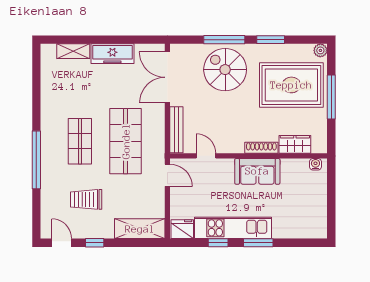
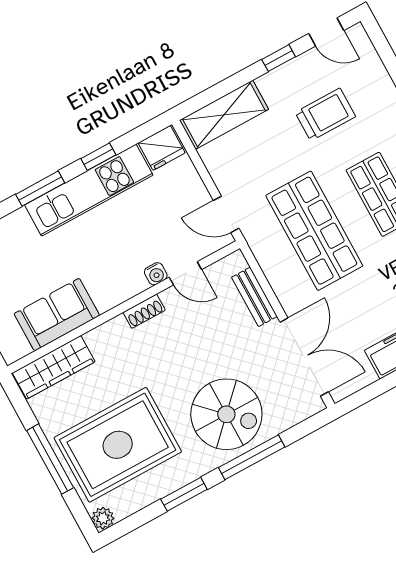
bench: (176, 130) -> (254, 297), width x0.73
wardrobe: (295, 144) -> (54, 367), width x1.50
shoe rack: (261, 148) -> (144, 311), moved, width x0.70
water cooler: (315, 164) -> (156, 274), moved
sofa: (257, 171) -> (57, 315), moved

